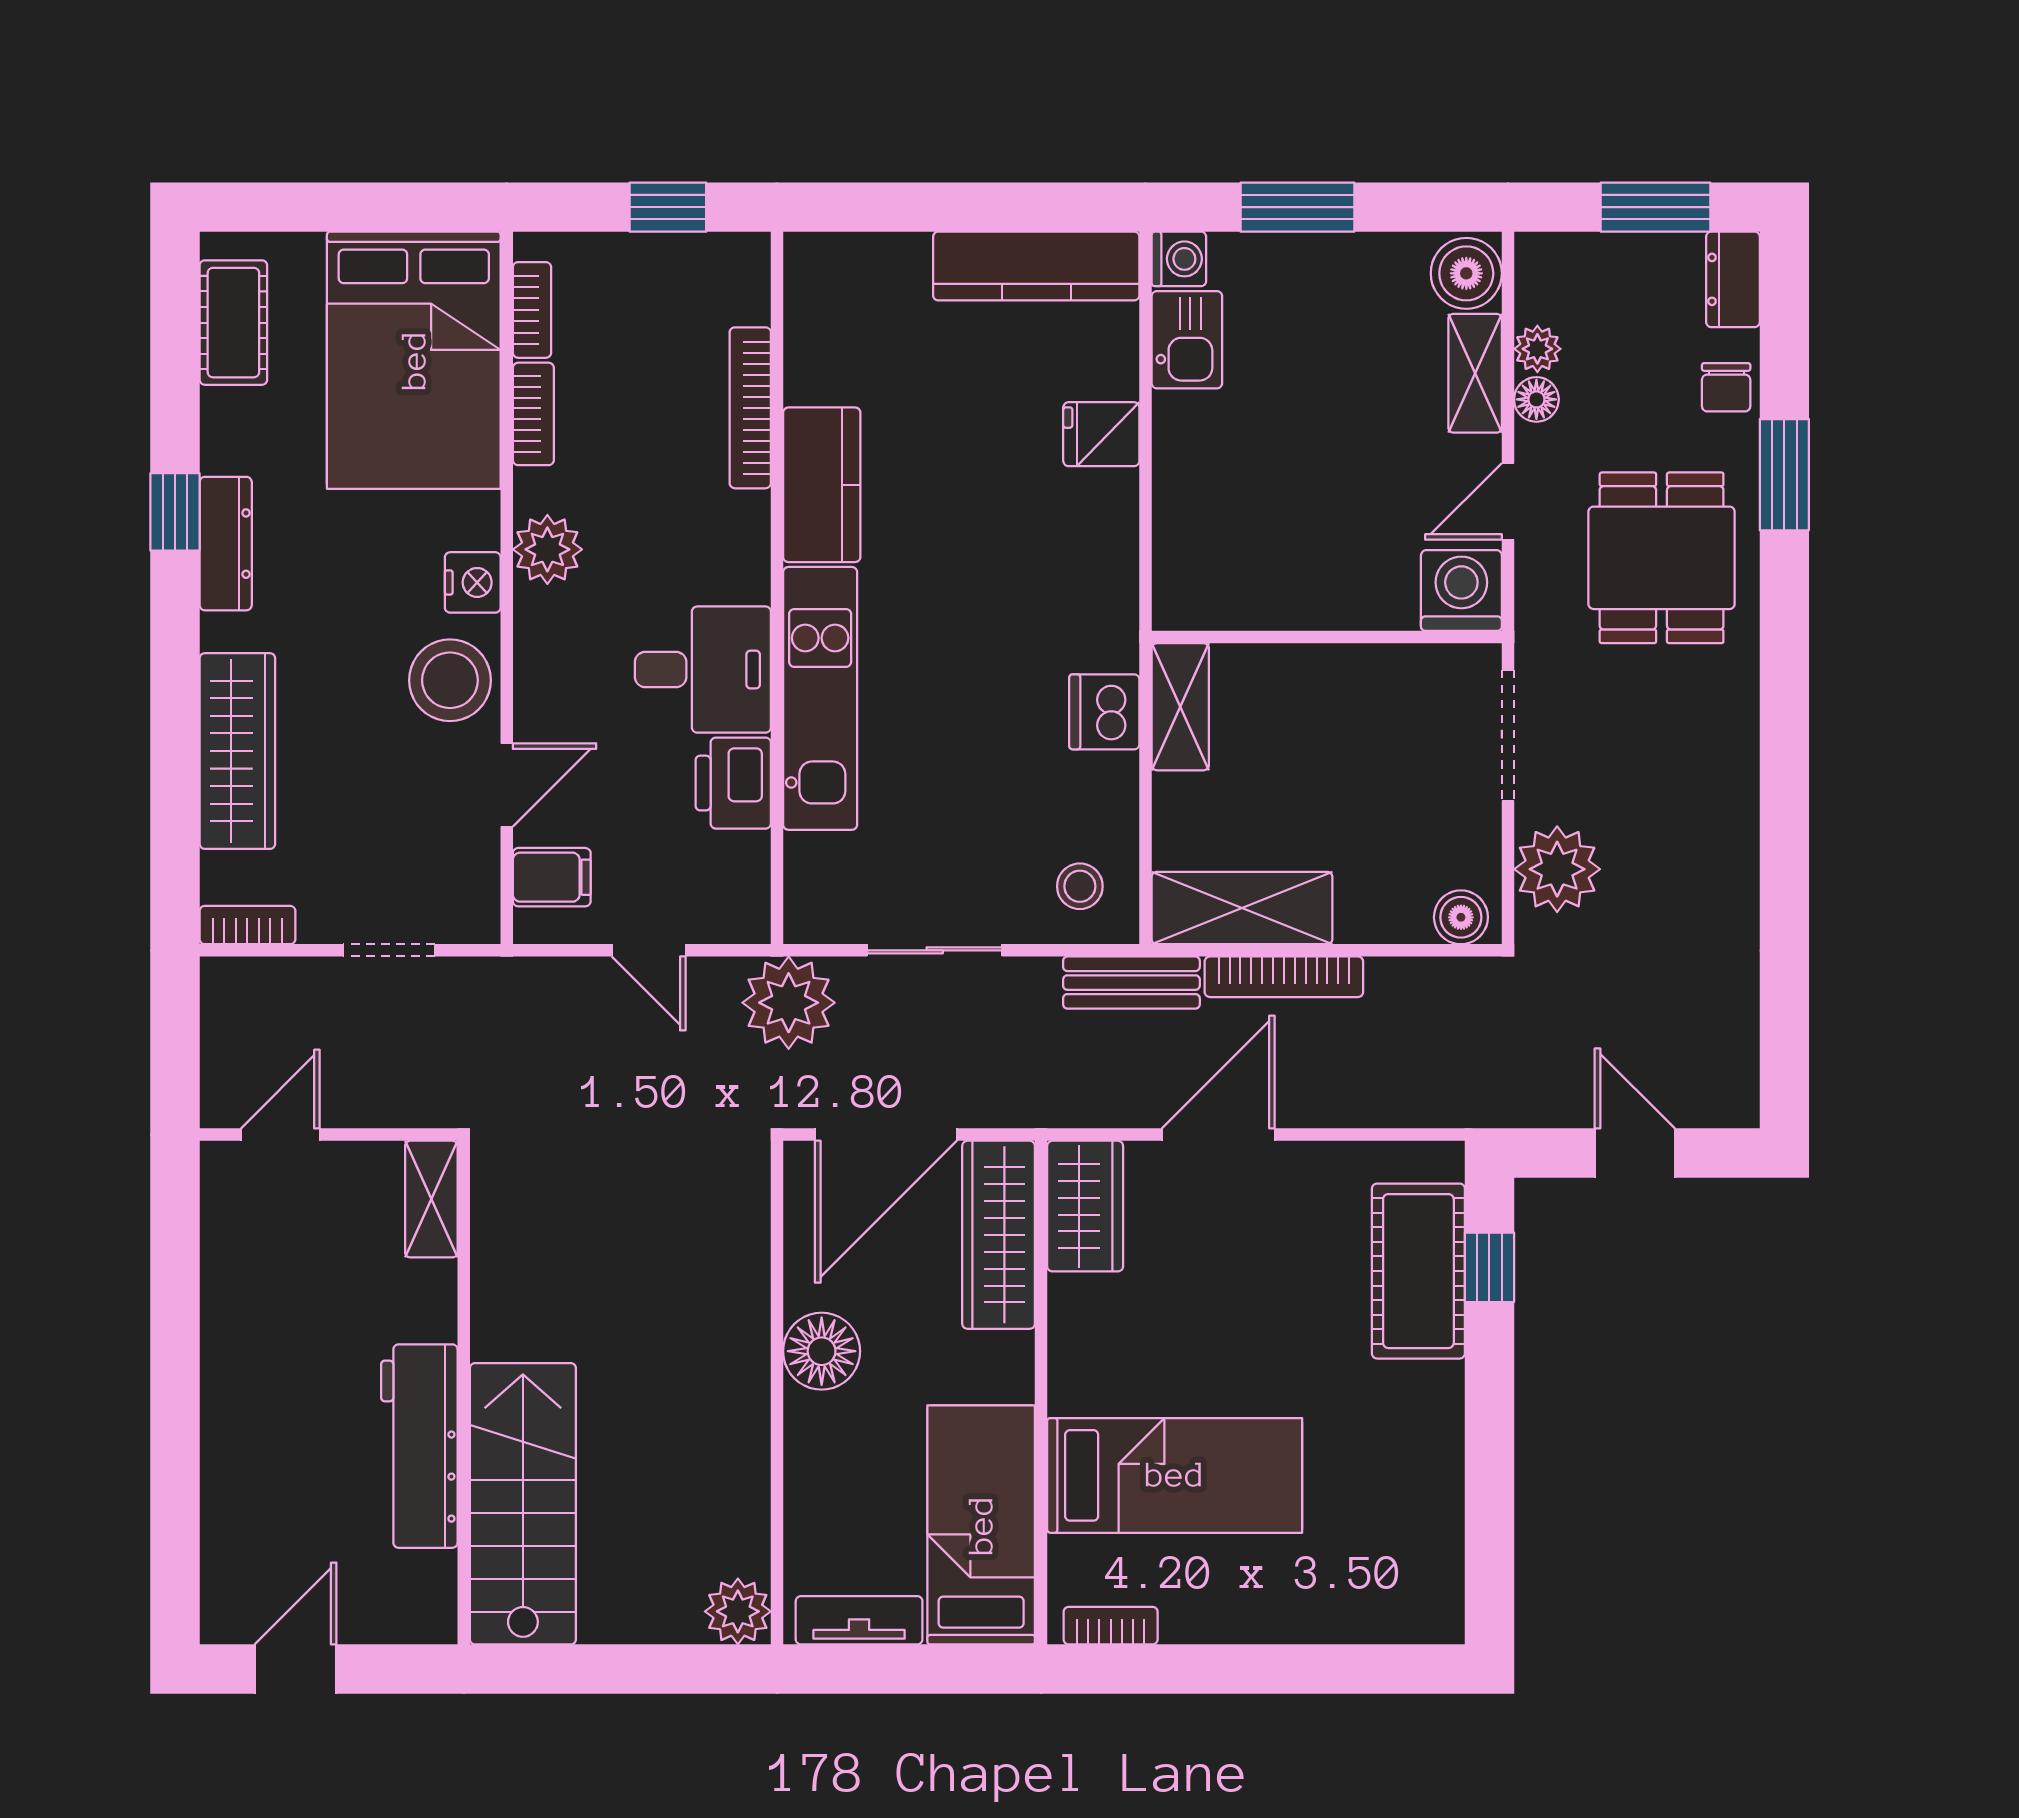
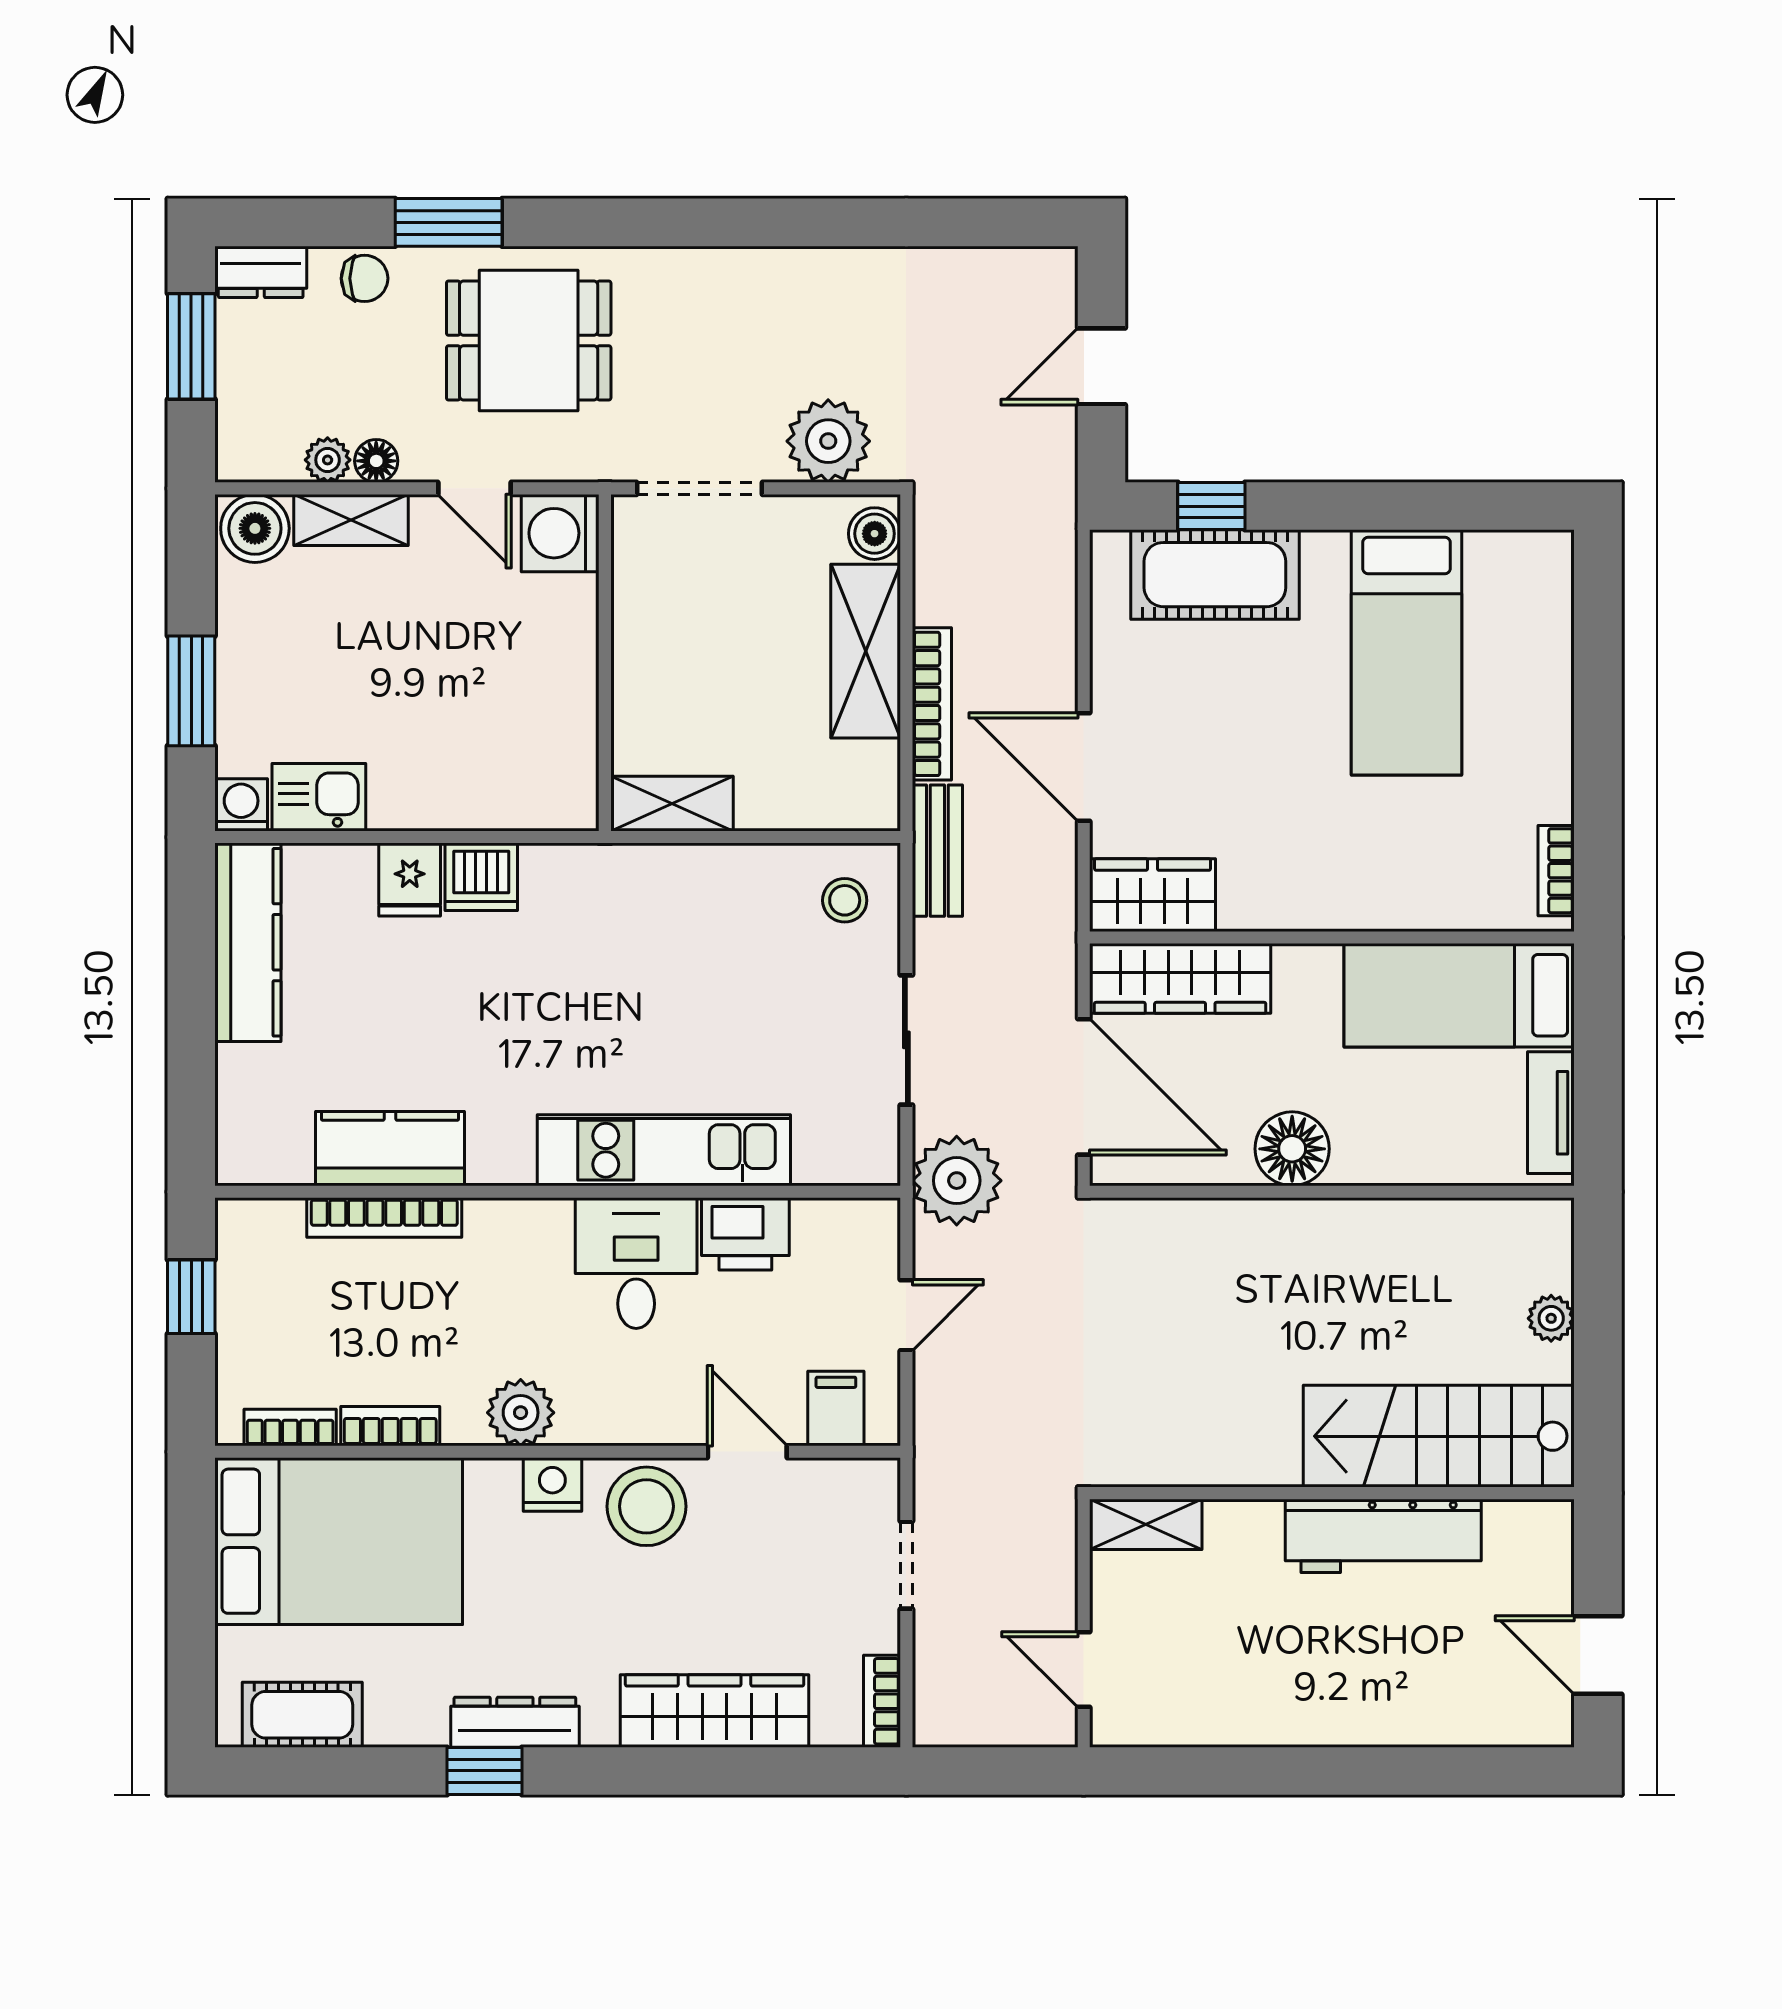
kitchen counter: (822, 485) -> (390, 1149), moved
dishwasher: (1104, 712) -> (481, 877), moved
shelving: (1242, 908) -> (866, 651), moved
bed: (1175, 1475) -> (1407, 652), moved, turned 180
plant: (738, 1611) -> (1551, 1318), moved, width x0.73, depth x0.73

